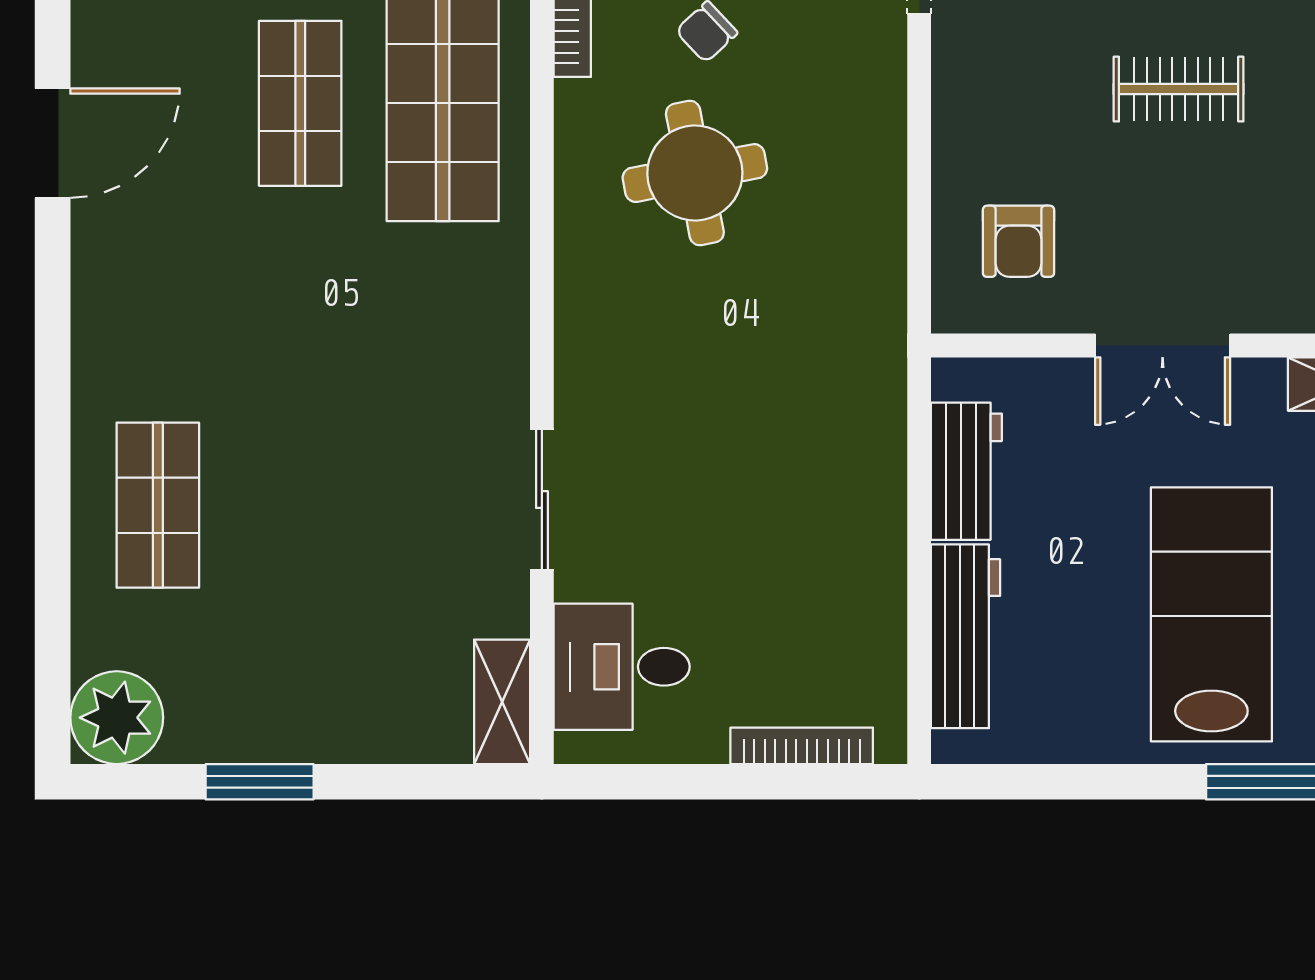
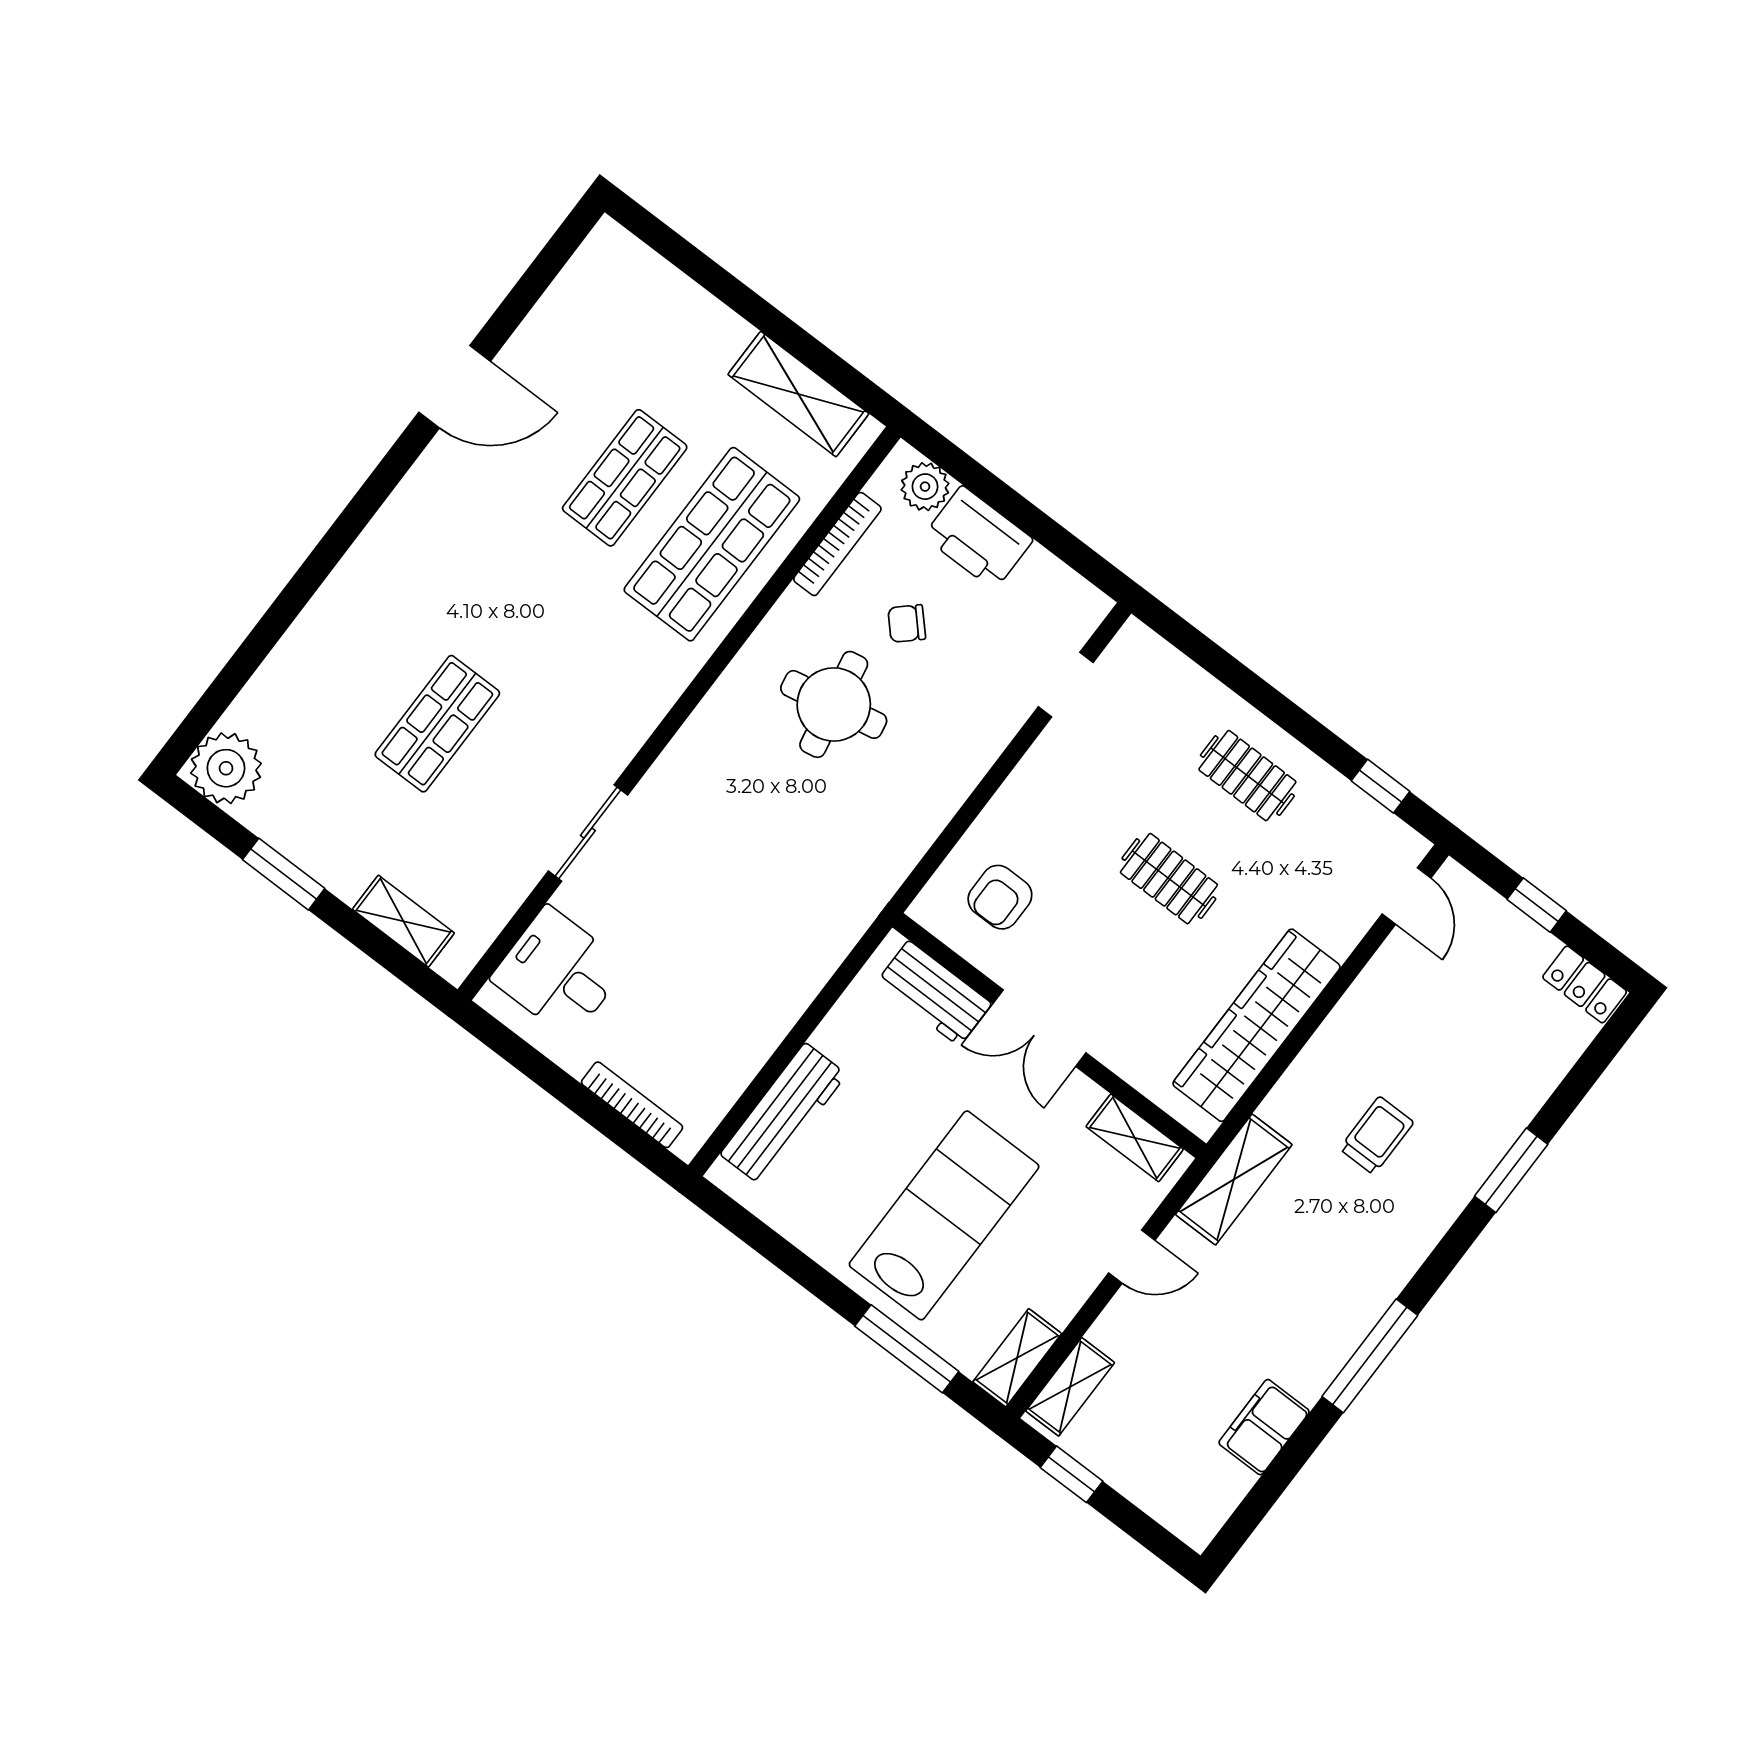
workbench: (966, 471) -> (934, 993), moved, turned 90
shop shelf: (158, 505) -> (437, 724), moved
shelving: (502, 702) -> (403, 921), moved, turned 90

